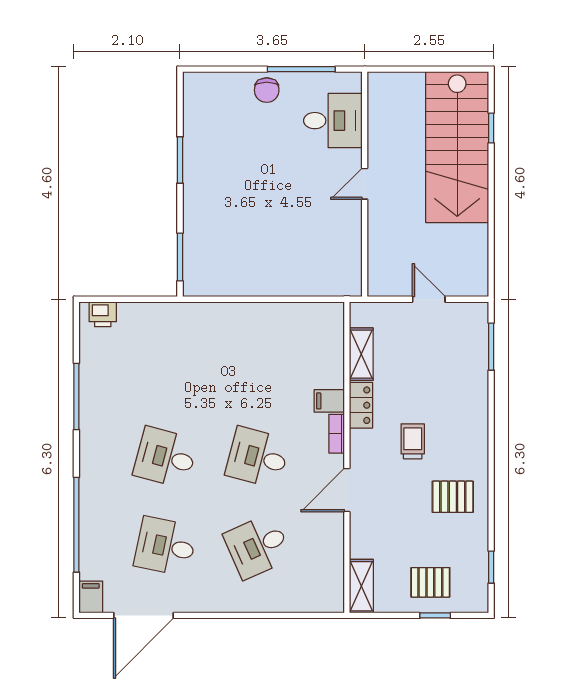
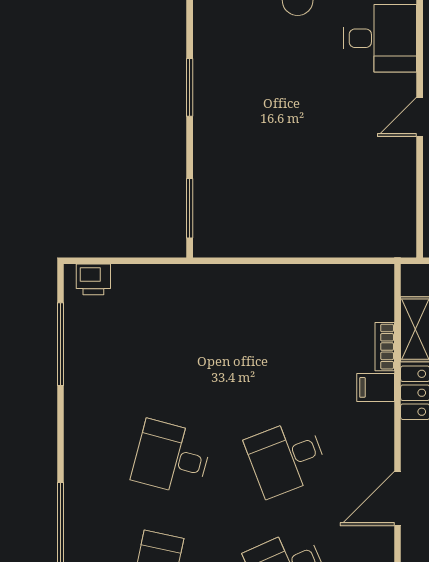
window: (76, 397) -> (60, 344), moved
bookcase: (337, 434) -> (385, 347), moved
desk: (258, 457) -> (286, 458), turned -36

